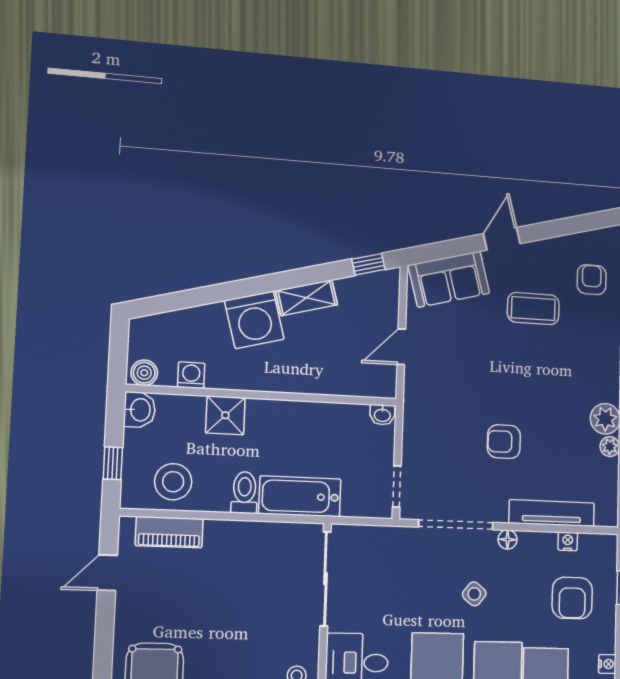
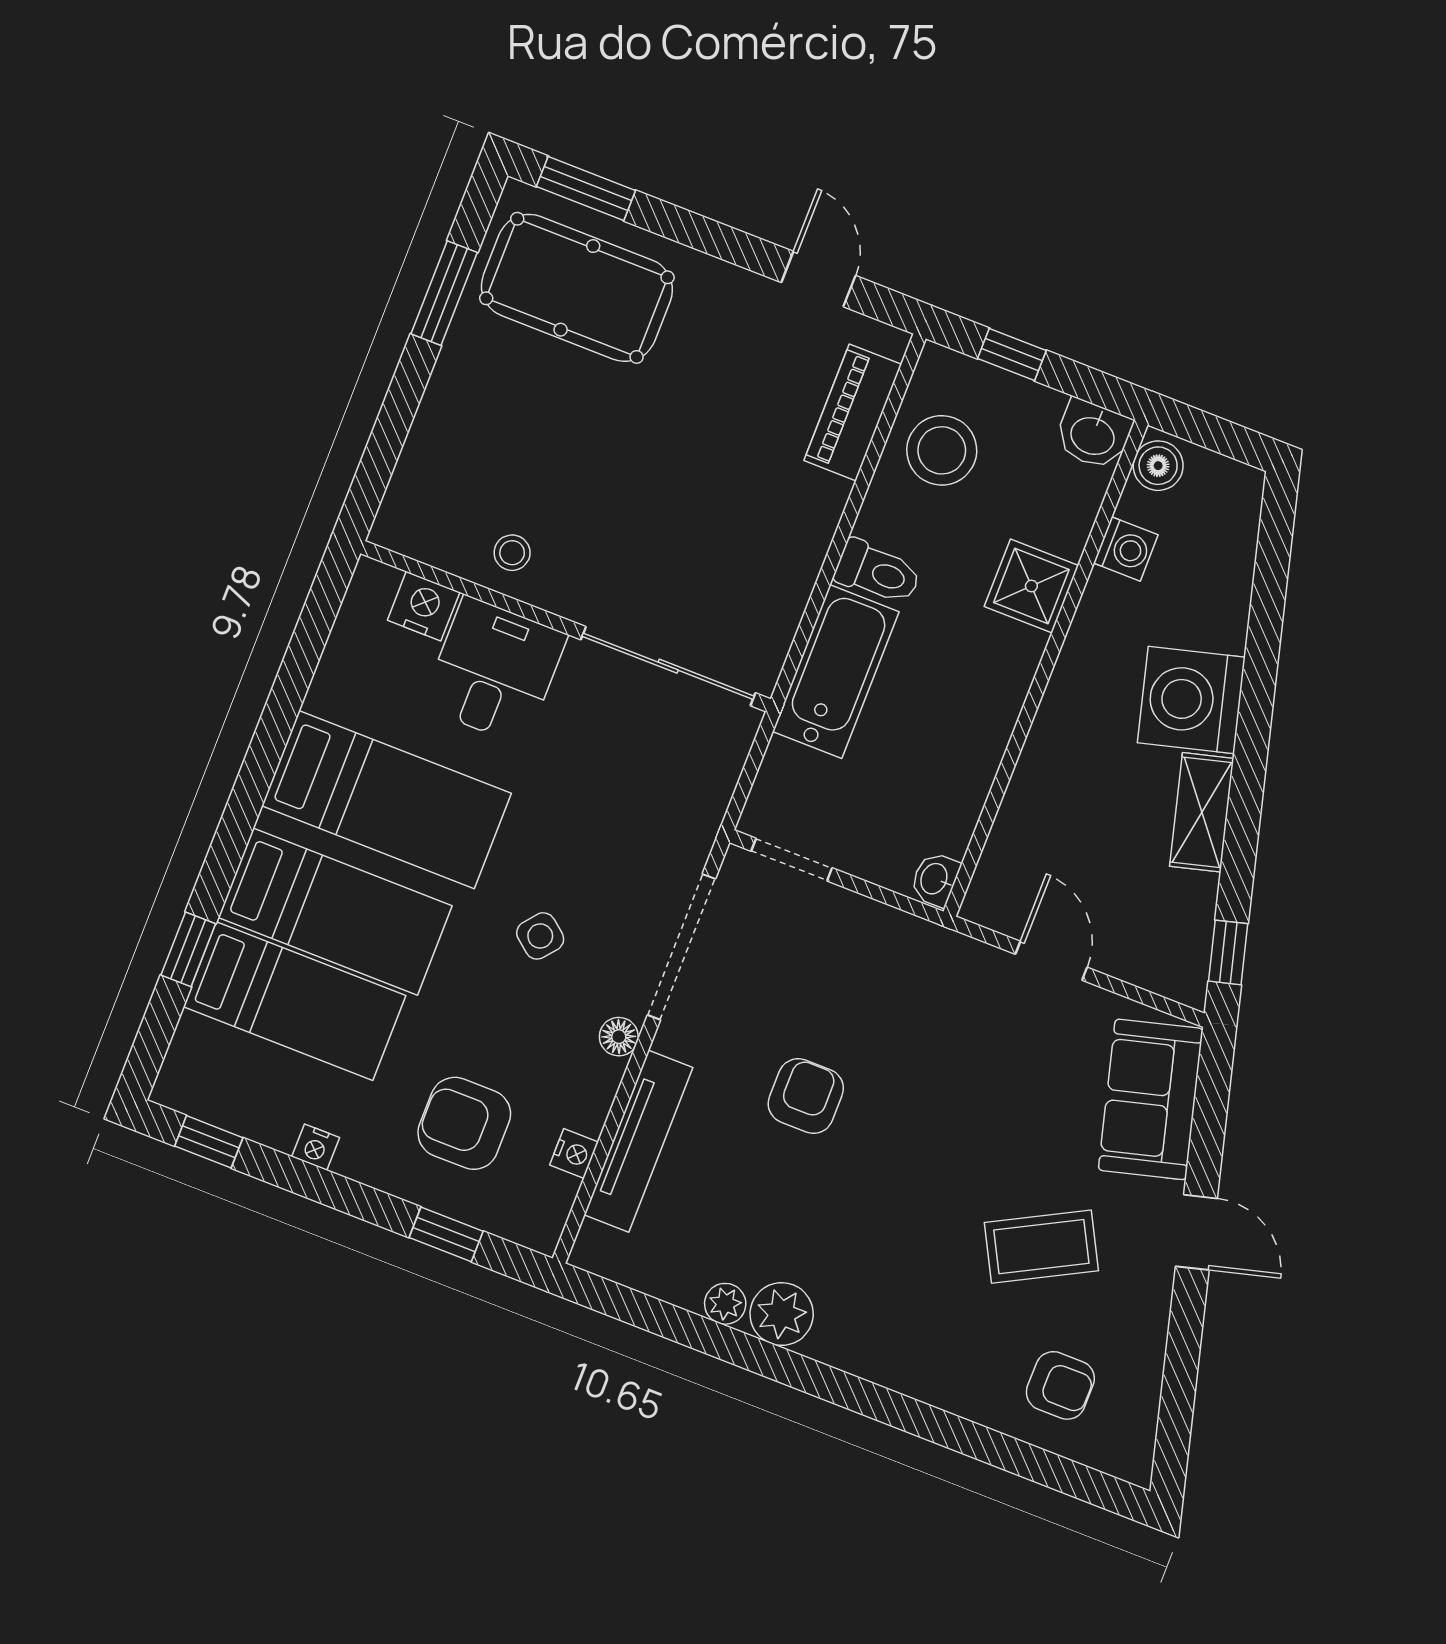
coffee table: (533, 309) -> (1041, 1247), turned 62

